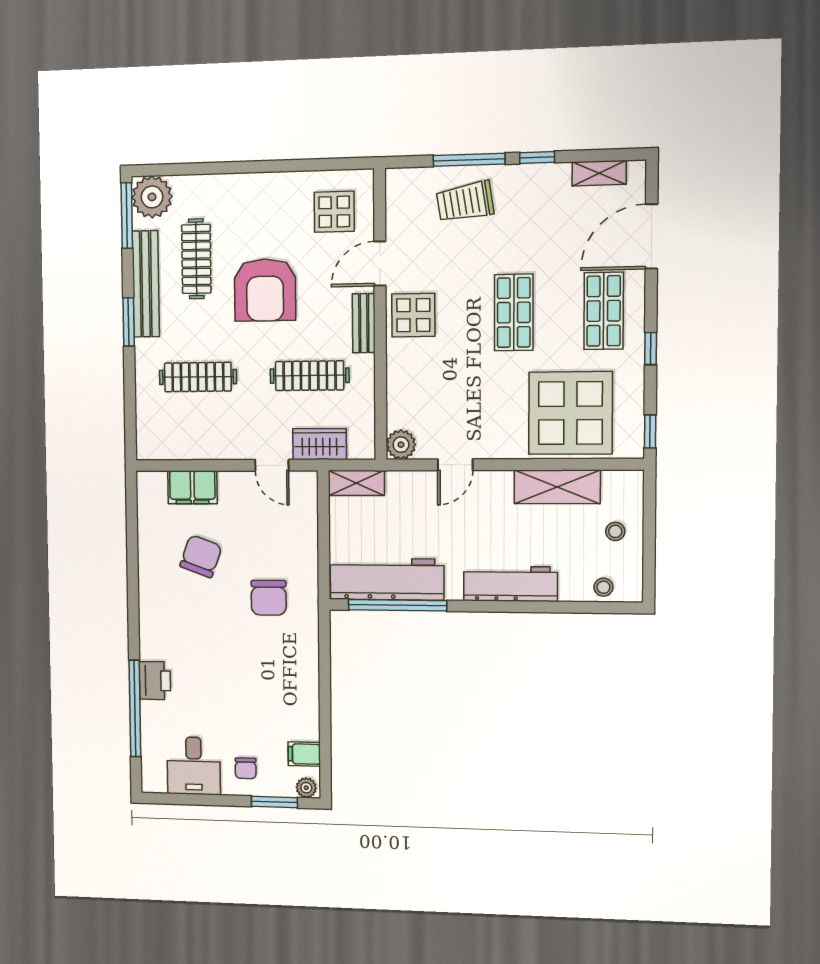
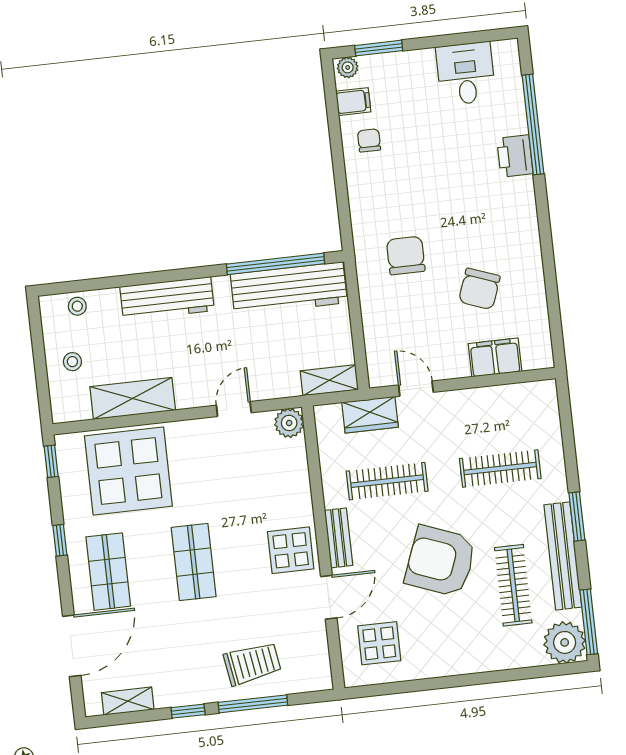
armchair: (265, 290) -> (441, 561), turned -69
chair: (246, 768) -> (369, 140), moved

